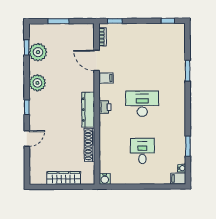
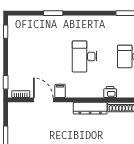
door: (97, 60) -> (43, 100), swing flipped
printer: (105, 107) -> (110, 92), moved

